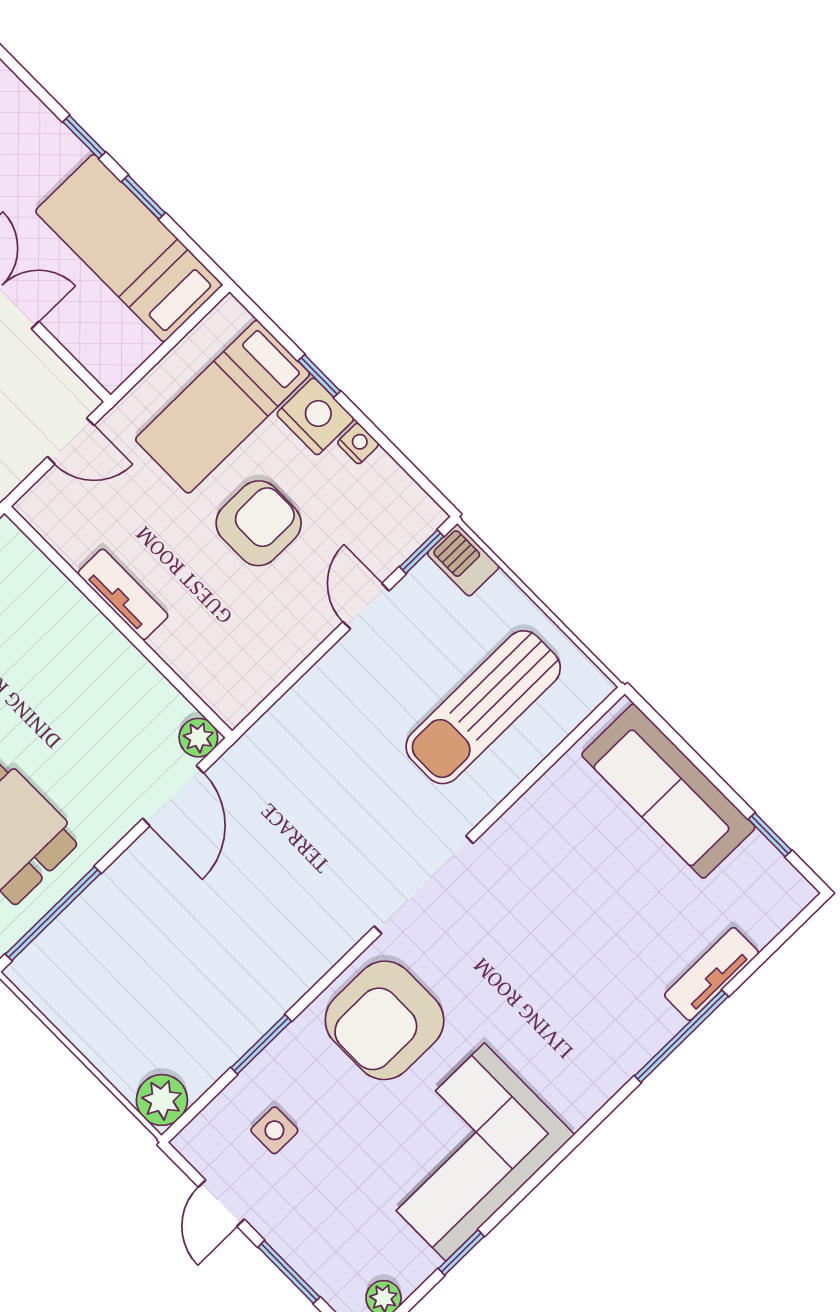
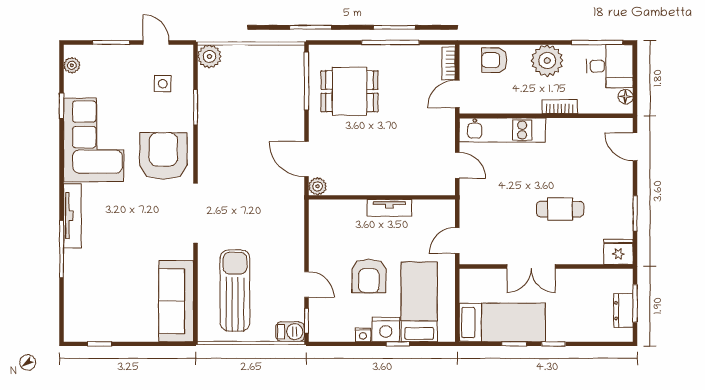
sofa: (668, 791) -> (176, 301), moved, turned -90
tv unit: (711, 974) -> (72, 216), moved, width x1.41

